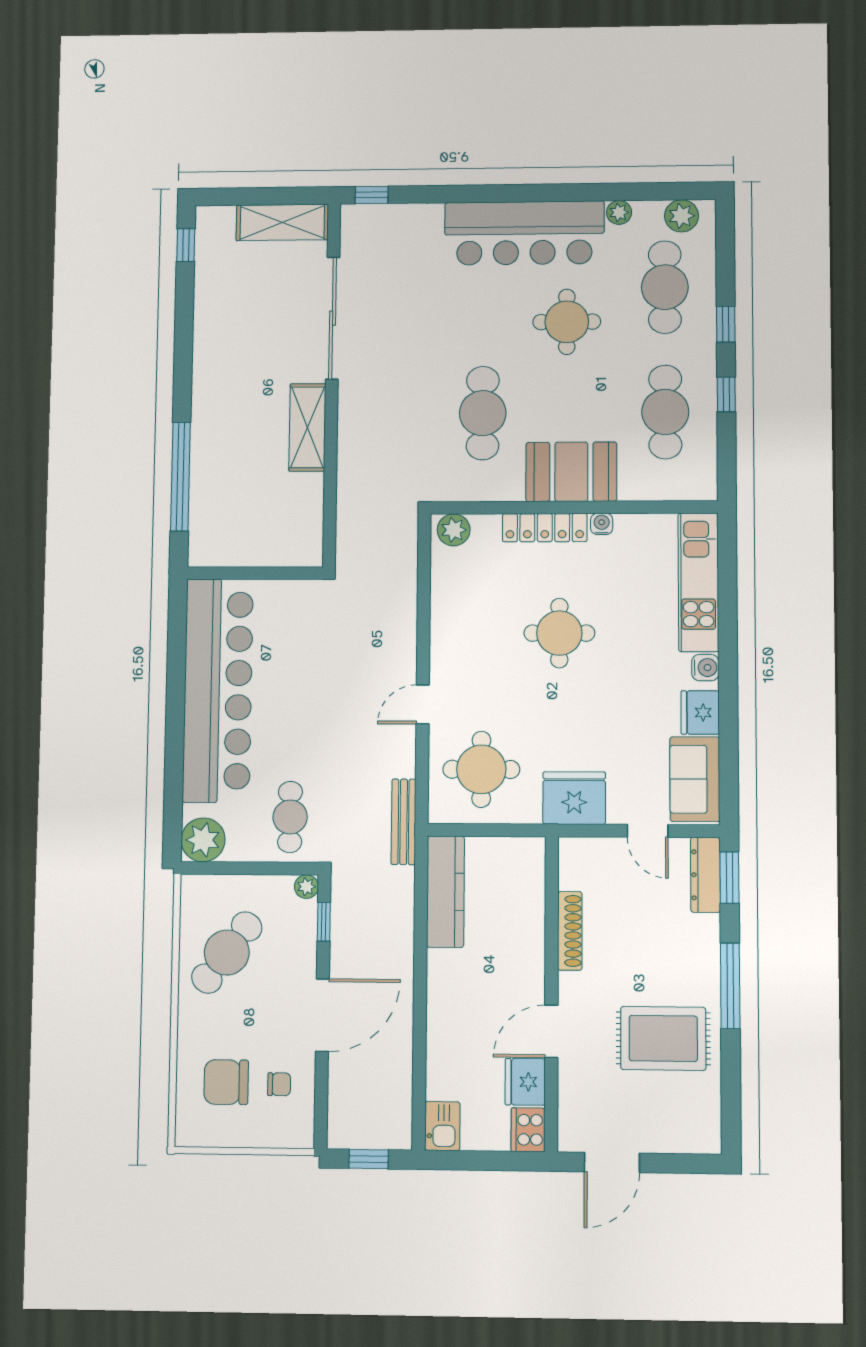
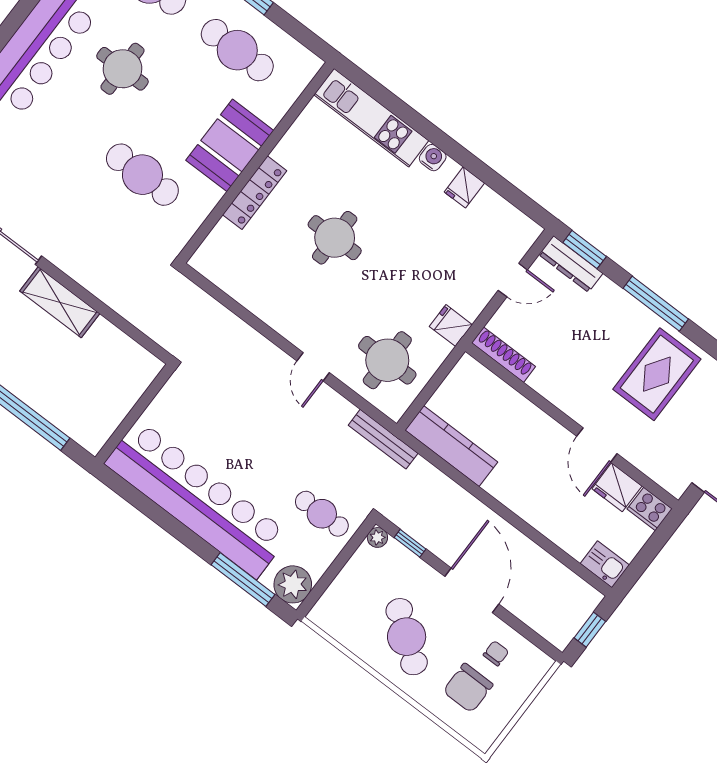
water cooler: (602, 524) -> (282, 152), removed
plant: (454, 530) -> (209, 256), removed
fridge: (700, 713) -> (464, 187), width x0.72
sofa: (695, 779) -> (502, 222), removed
window: (173, 790) -> (243, 580), added
fridge: (574, 798) -> (451, 326), width x0.53, depth x0.75
shoe rack: (570, 931) -> (504, 355), moved
cafe table: (227, 953) -> (407, 637), moved

